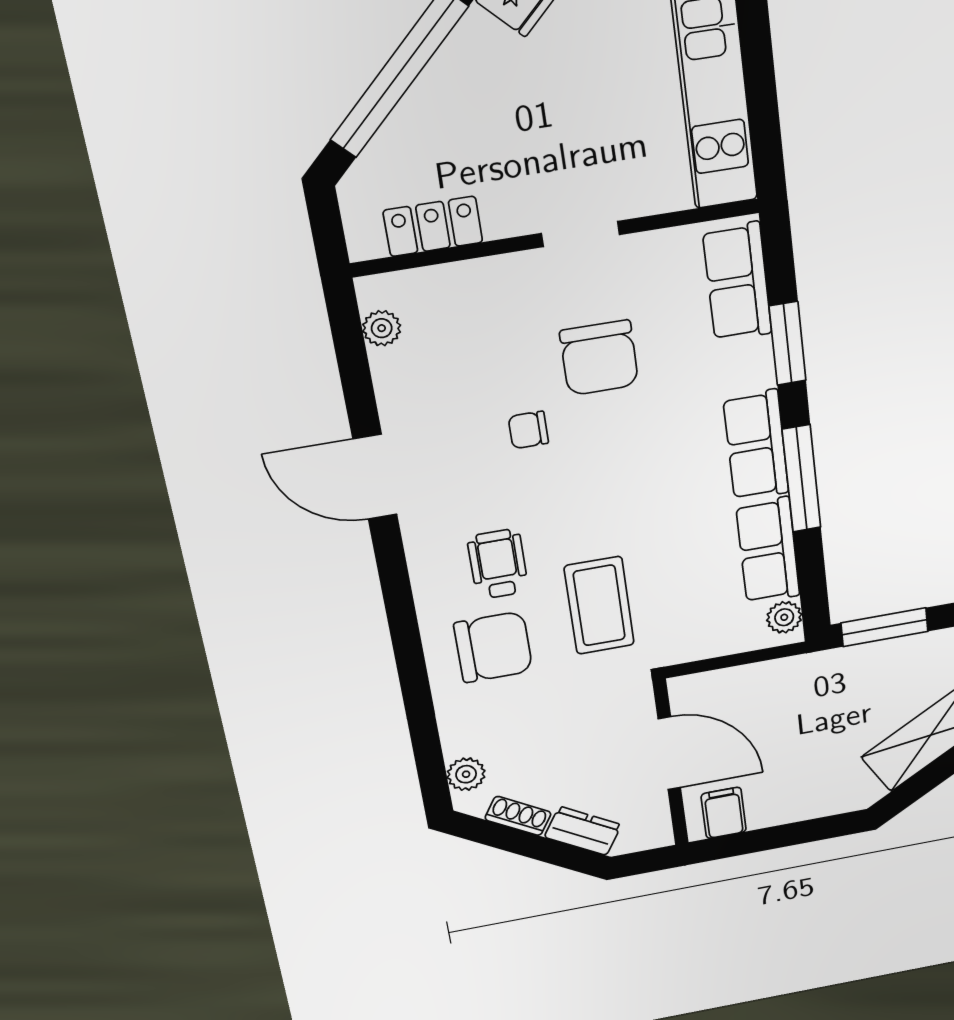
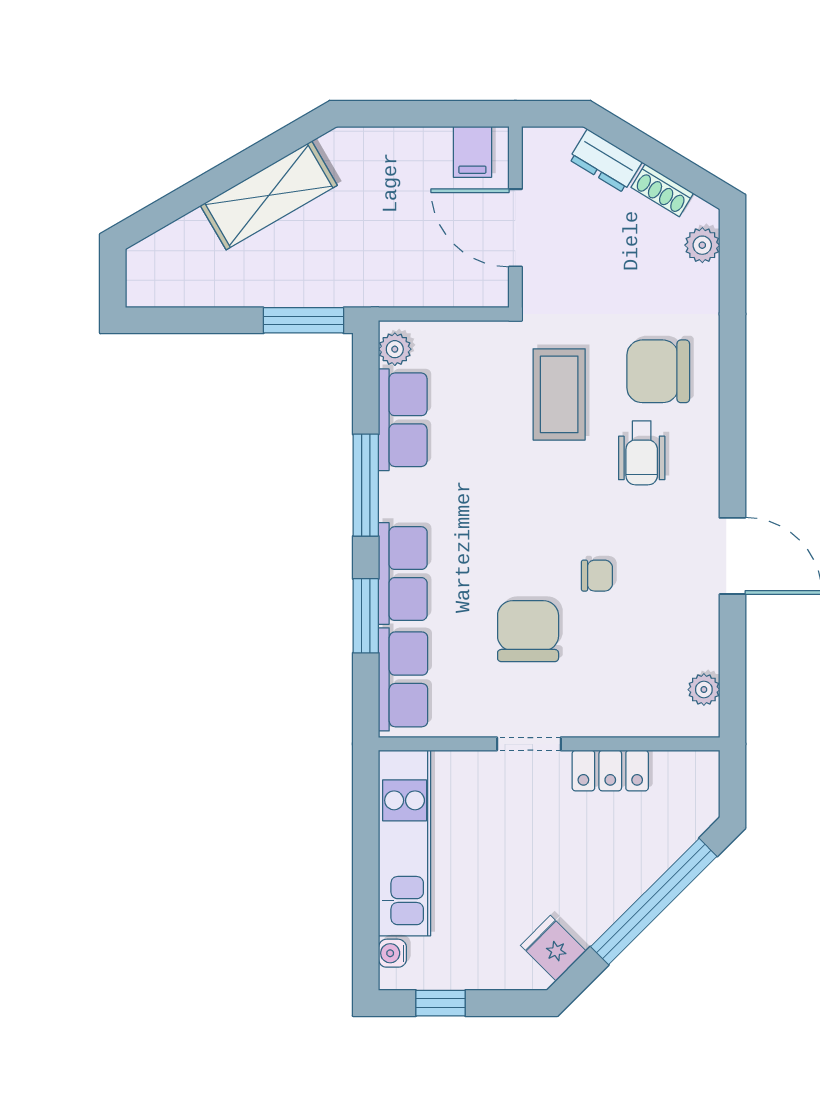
locker: (433, 226) -> (610, 771), moved
row of seats: (756, 445) -> (403, 574), moved

